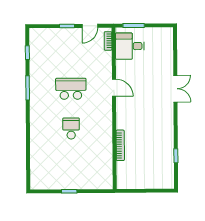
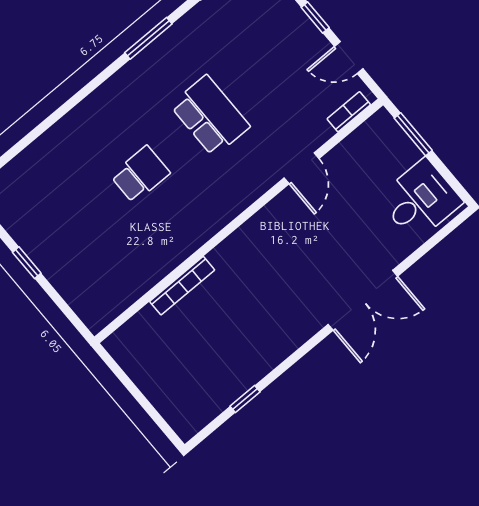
desk: (130, 46) -> (420, 200), moved, turned 90
door: (114, 88) -> (302, 168), moved
double door: (175, 89) -> (363, 300), width x1.37

